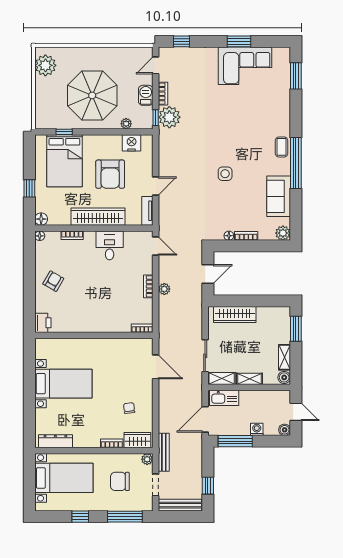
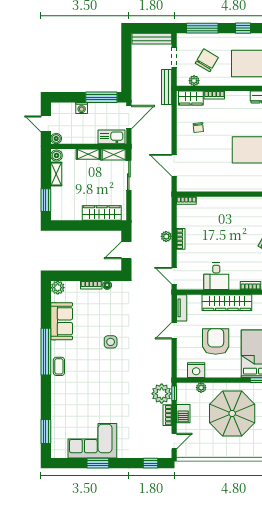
boiler: (285, 430) -> (56, 139), moved
plant: (147, 459) -> (194, 81), moved
chair: (120, 481) -> (207, 60), turned -59
window: (208, 486) -> (126, 57), removed

